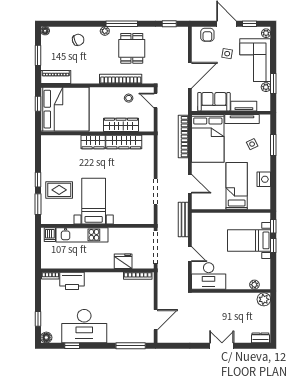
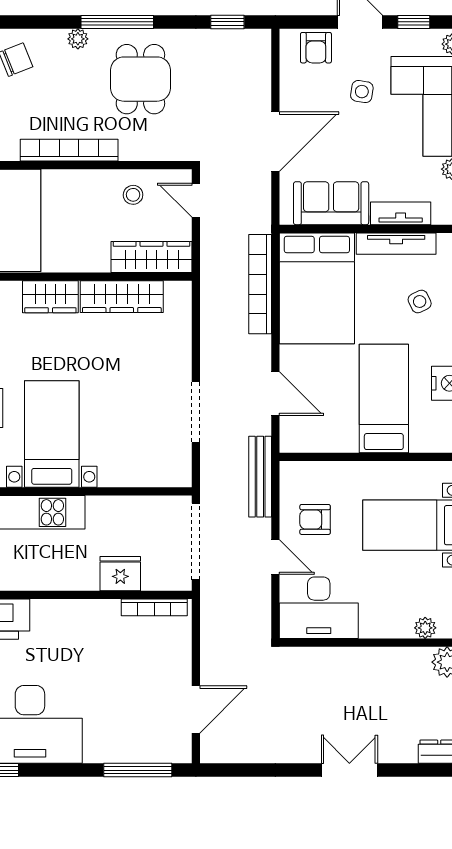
bookcase: (121, 79) -> (69, 150), moved
wardrobe: (121, 125) -> (152, 257), moved
armchair: (207, 238) -> (315, 519), added

